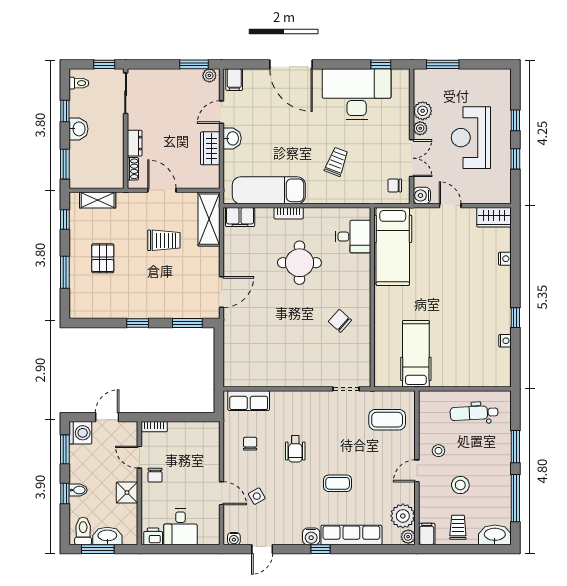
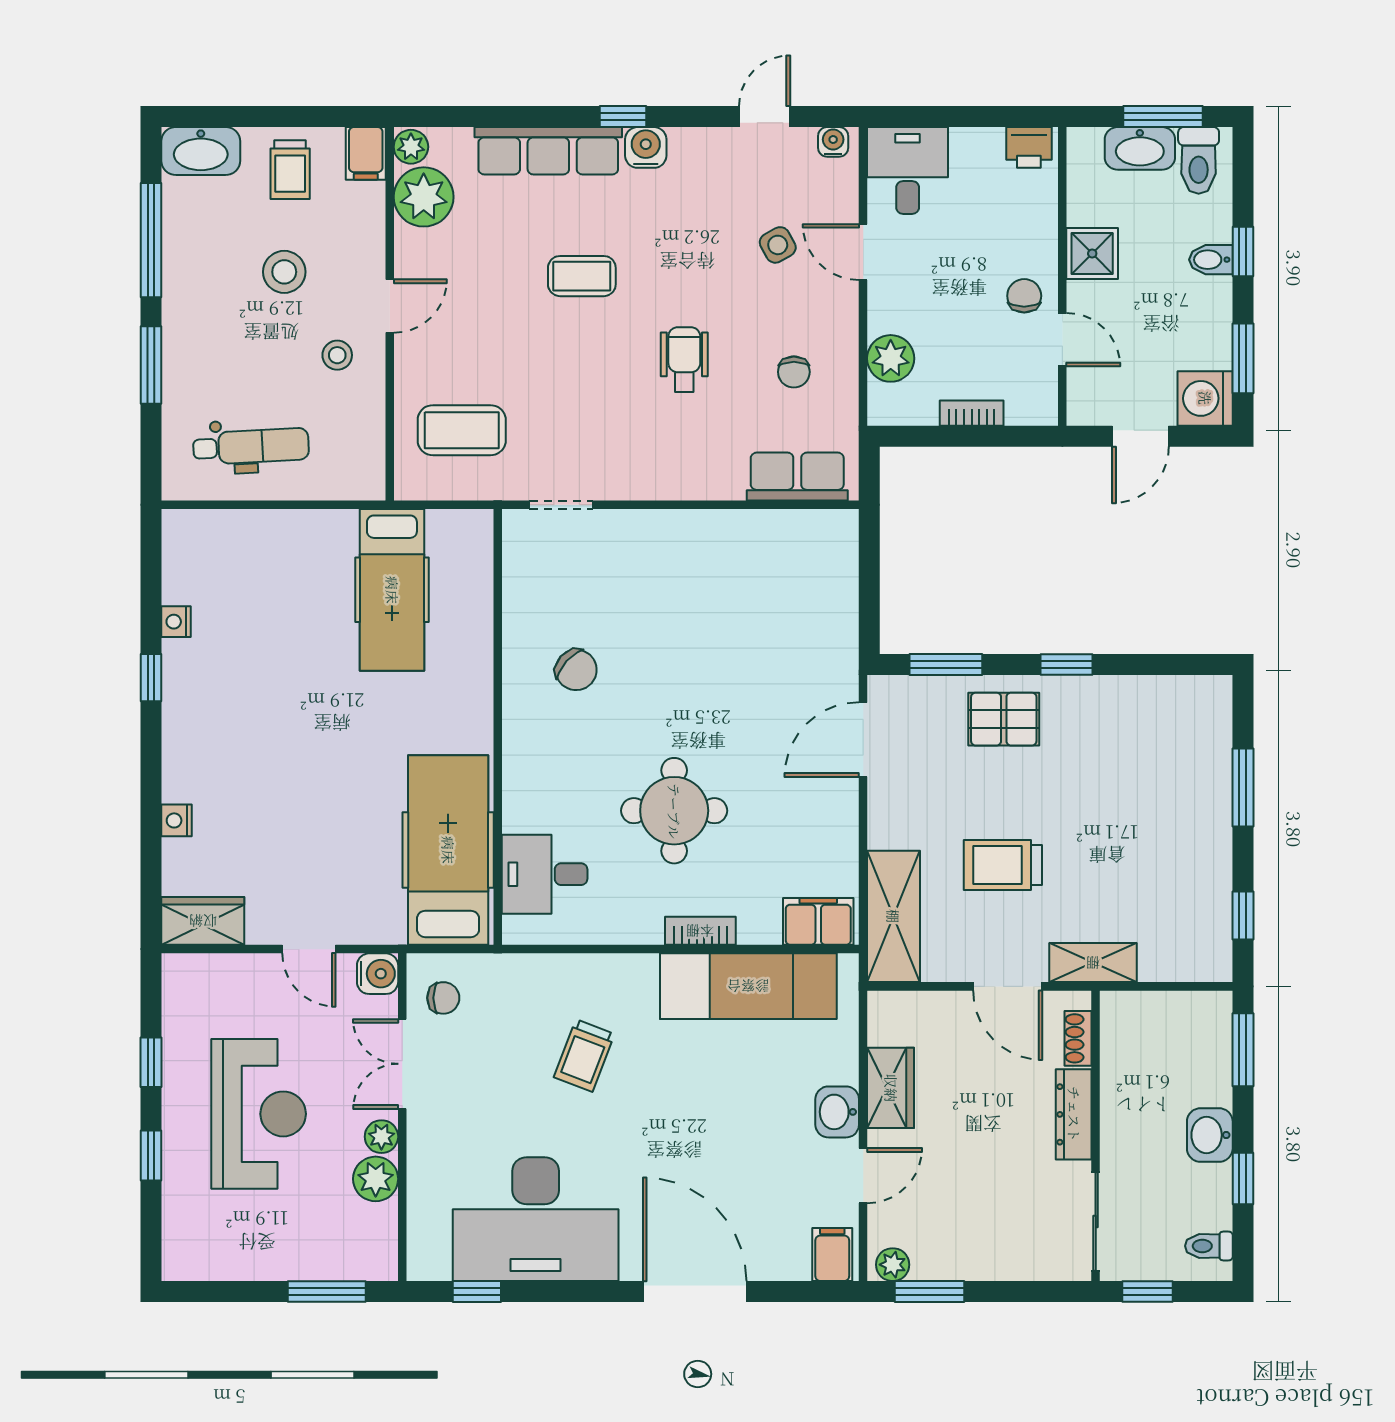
dresser: (135, 143) -> (1074, 1114), width x1.44
shelving: (98, 200) -> (1093, 963), moved
pallet: (103, 258) -> (1004, 719), moved, turned 90
bookcase: (154, 427) -> (972, 413), moved
plant: (210, 449) -> (891, 358), added
desk: (180, 527) -> (908, 170), moved

